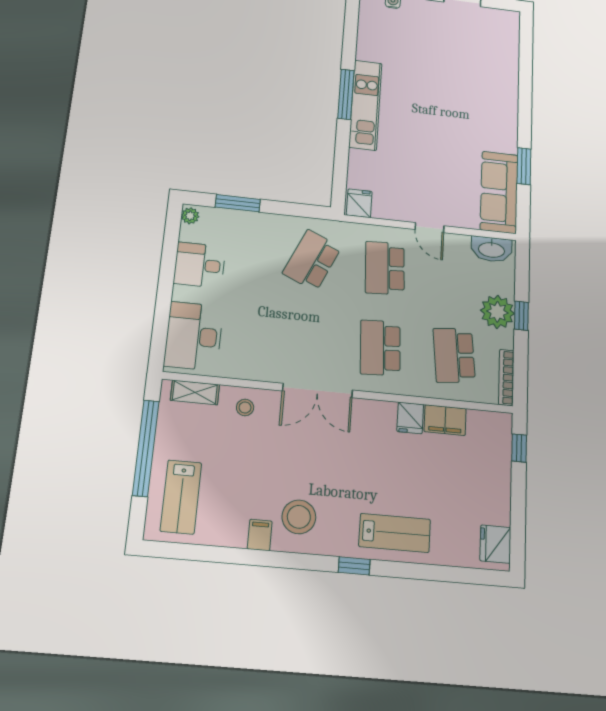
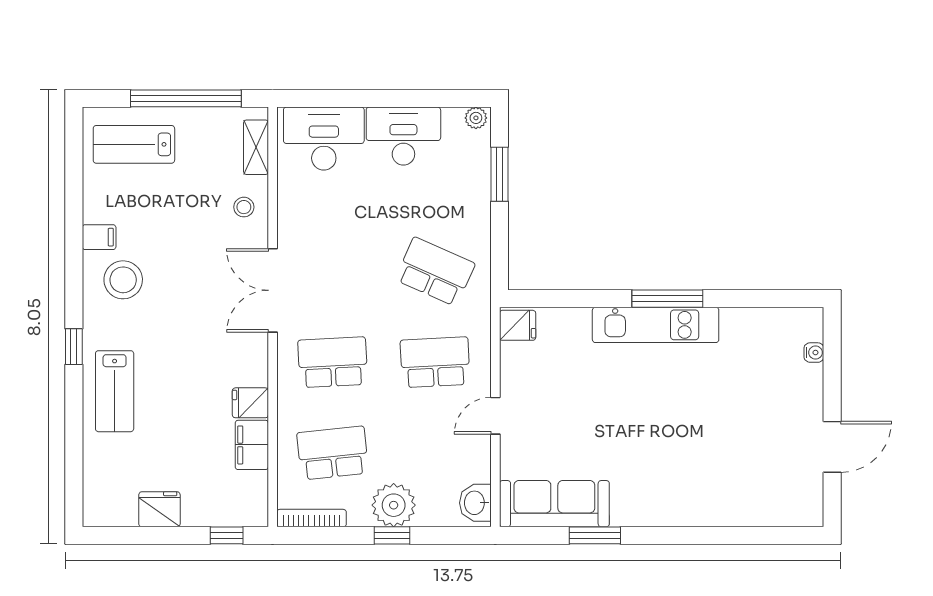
washbasin: (491, 249) -> (475, 503), width x0.72
desk: (200, 265) -> (403, 136), width x1.37
fridge: (495, 544) -> (159, 509), moved

